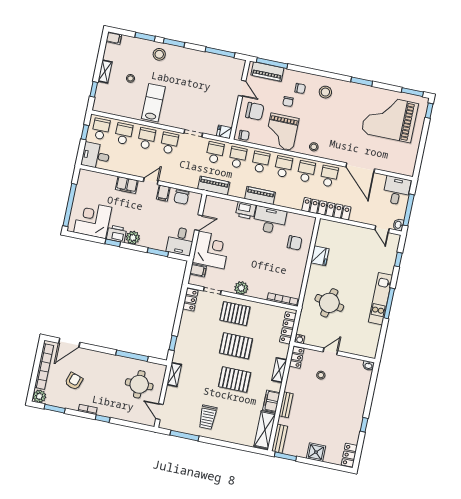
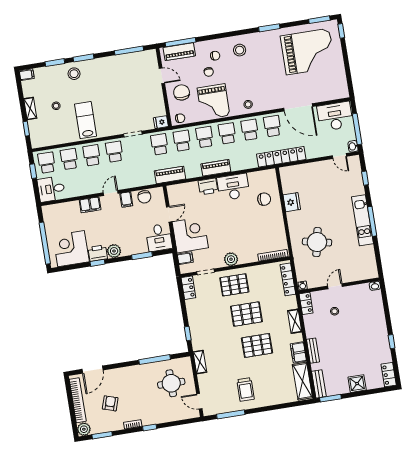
chair: (255, 111) -> (182, 92), turned -90
grand piano: (390, 118) -> (308, 52), turned 180
desk: (397, 191) -> (335, 116), width x1.37

